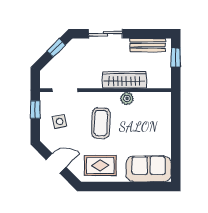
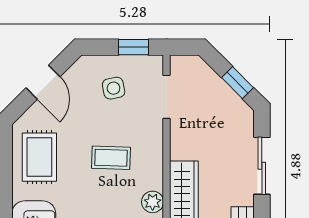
coffee table: (101, 123) -> (111, 158), width x0.73, depth x0.77

